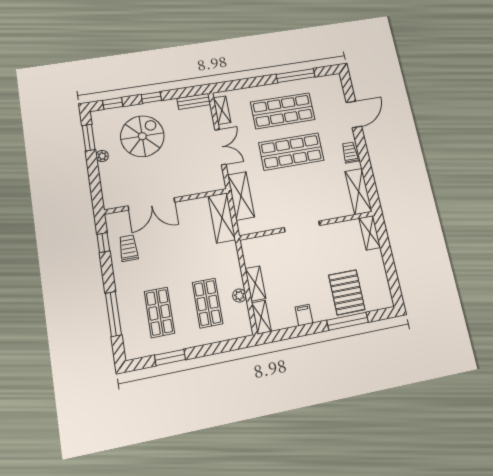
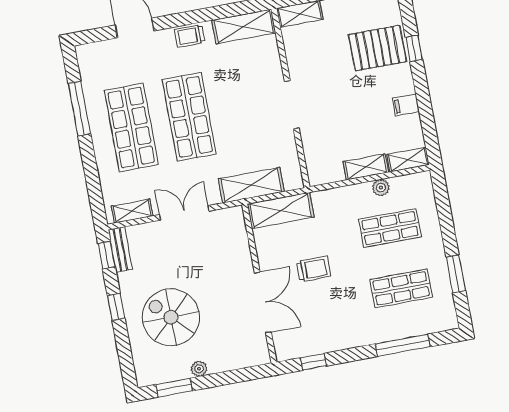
window: (113, 103) -> (107, 255), moved
trolley: (128, 248) -> (314, 269), moved, turned 180
window: (348, 321) -> (414, 48), width x0.46

